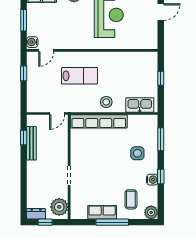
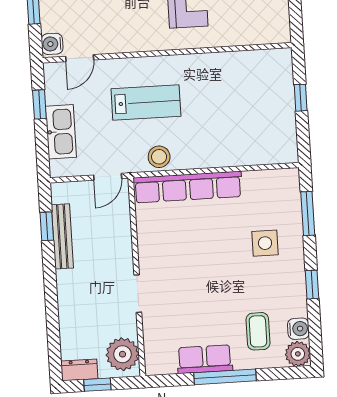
stool: (106, 102) -> (159, 157), moved
kitchen sink: (140, 105) -> (61, 132), moved, turned 90
water cooler: (152, 180) -> (298, 329), moved

